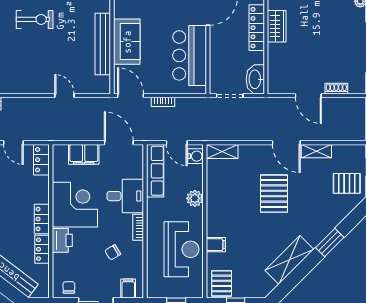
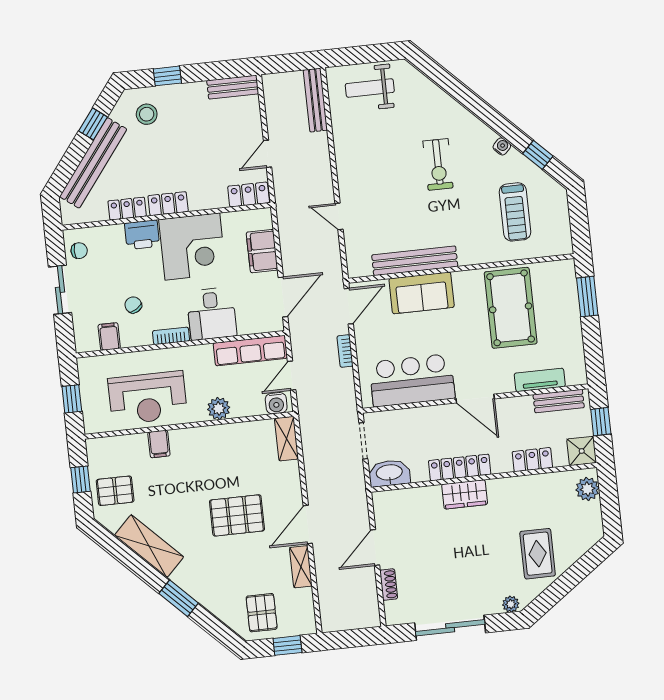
door: (64, 96) -> (339, 216), swing flipped
pallet: (222, 283) -> (115, 491), moved
filing cabinet: (128, 289) -> (109, 337), moved, turned -90

